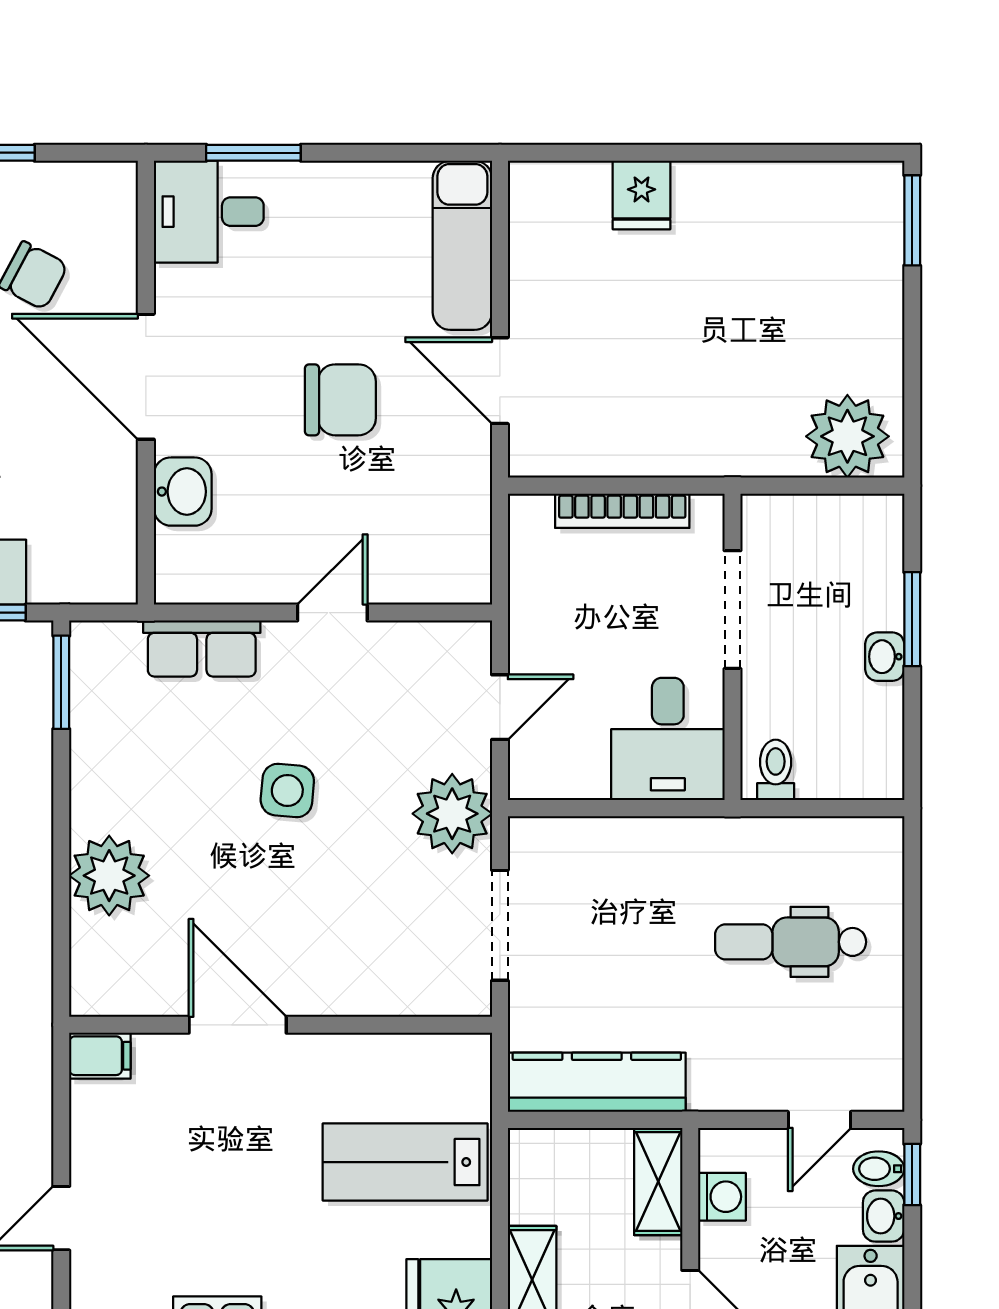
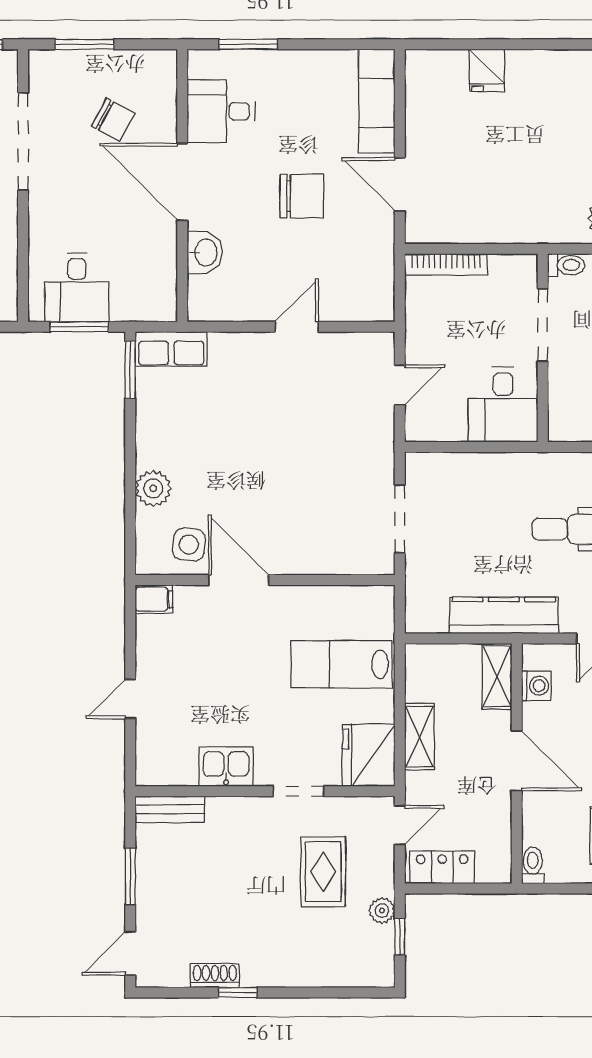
desk: (209, 212) -> (221, 111), moved
bookcase: (622, 511) -> (446, 264), moved
row of seats: (202, 648) -> (171, 349), moved
toilet: (776, 770) -> (566, 265), moved, turned 90
side table: (287, 790) -> (189, 545), moved
plant: (452, 814) -> (370, 450), removed
plant: (109, 876) -> (153, 488), width x0.73, depth x0.73
kitchen counter: (597, 1082) -> (504, 615), moved

